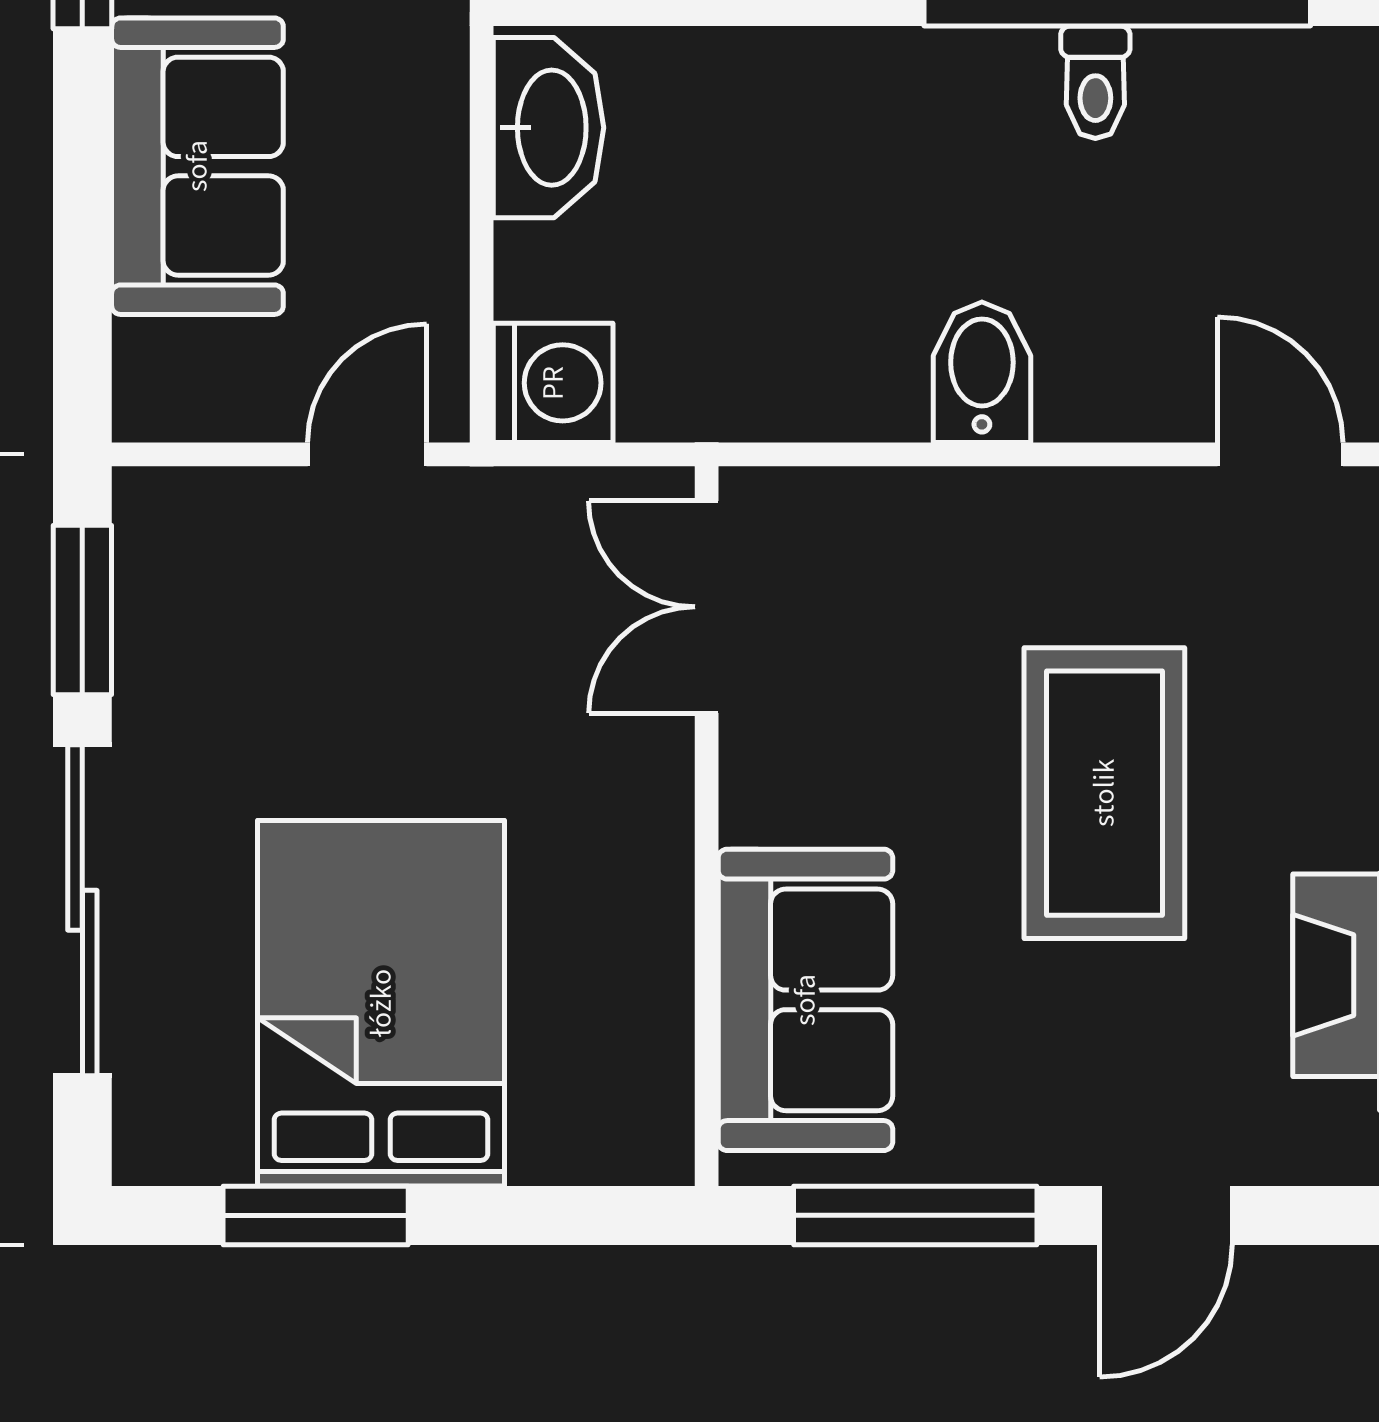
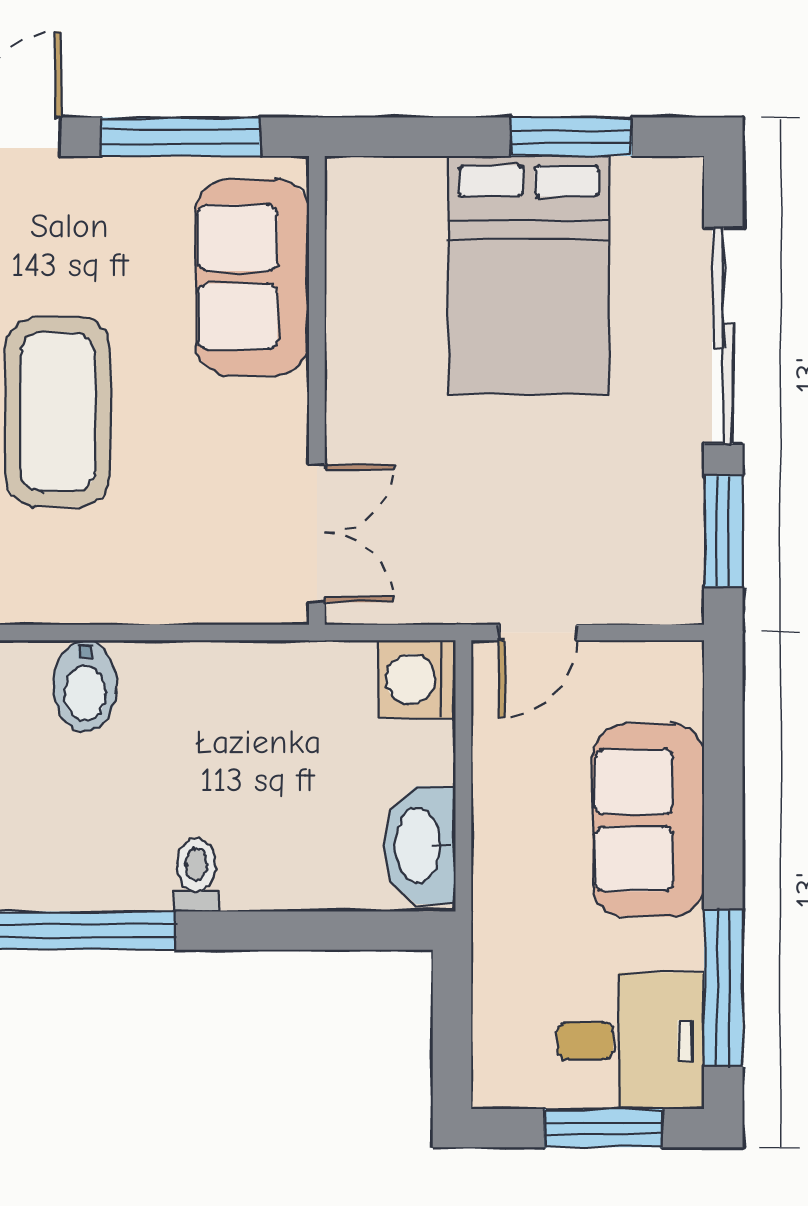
toilet: (1095, 82) -> (196, 875), moved
bidet: (982, 372) -> (85, 686), moved

